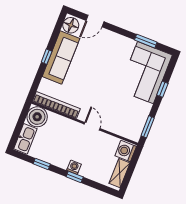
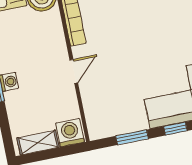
window: (148, 127) -> (132, 137), moved

